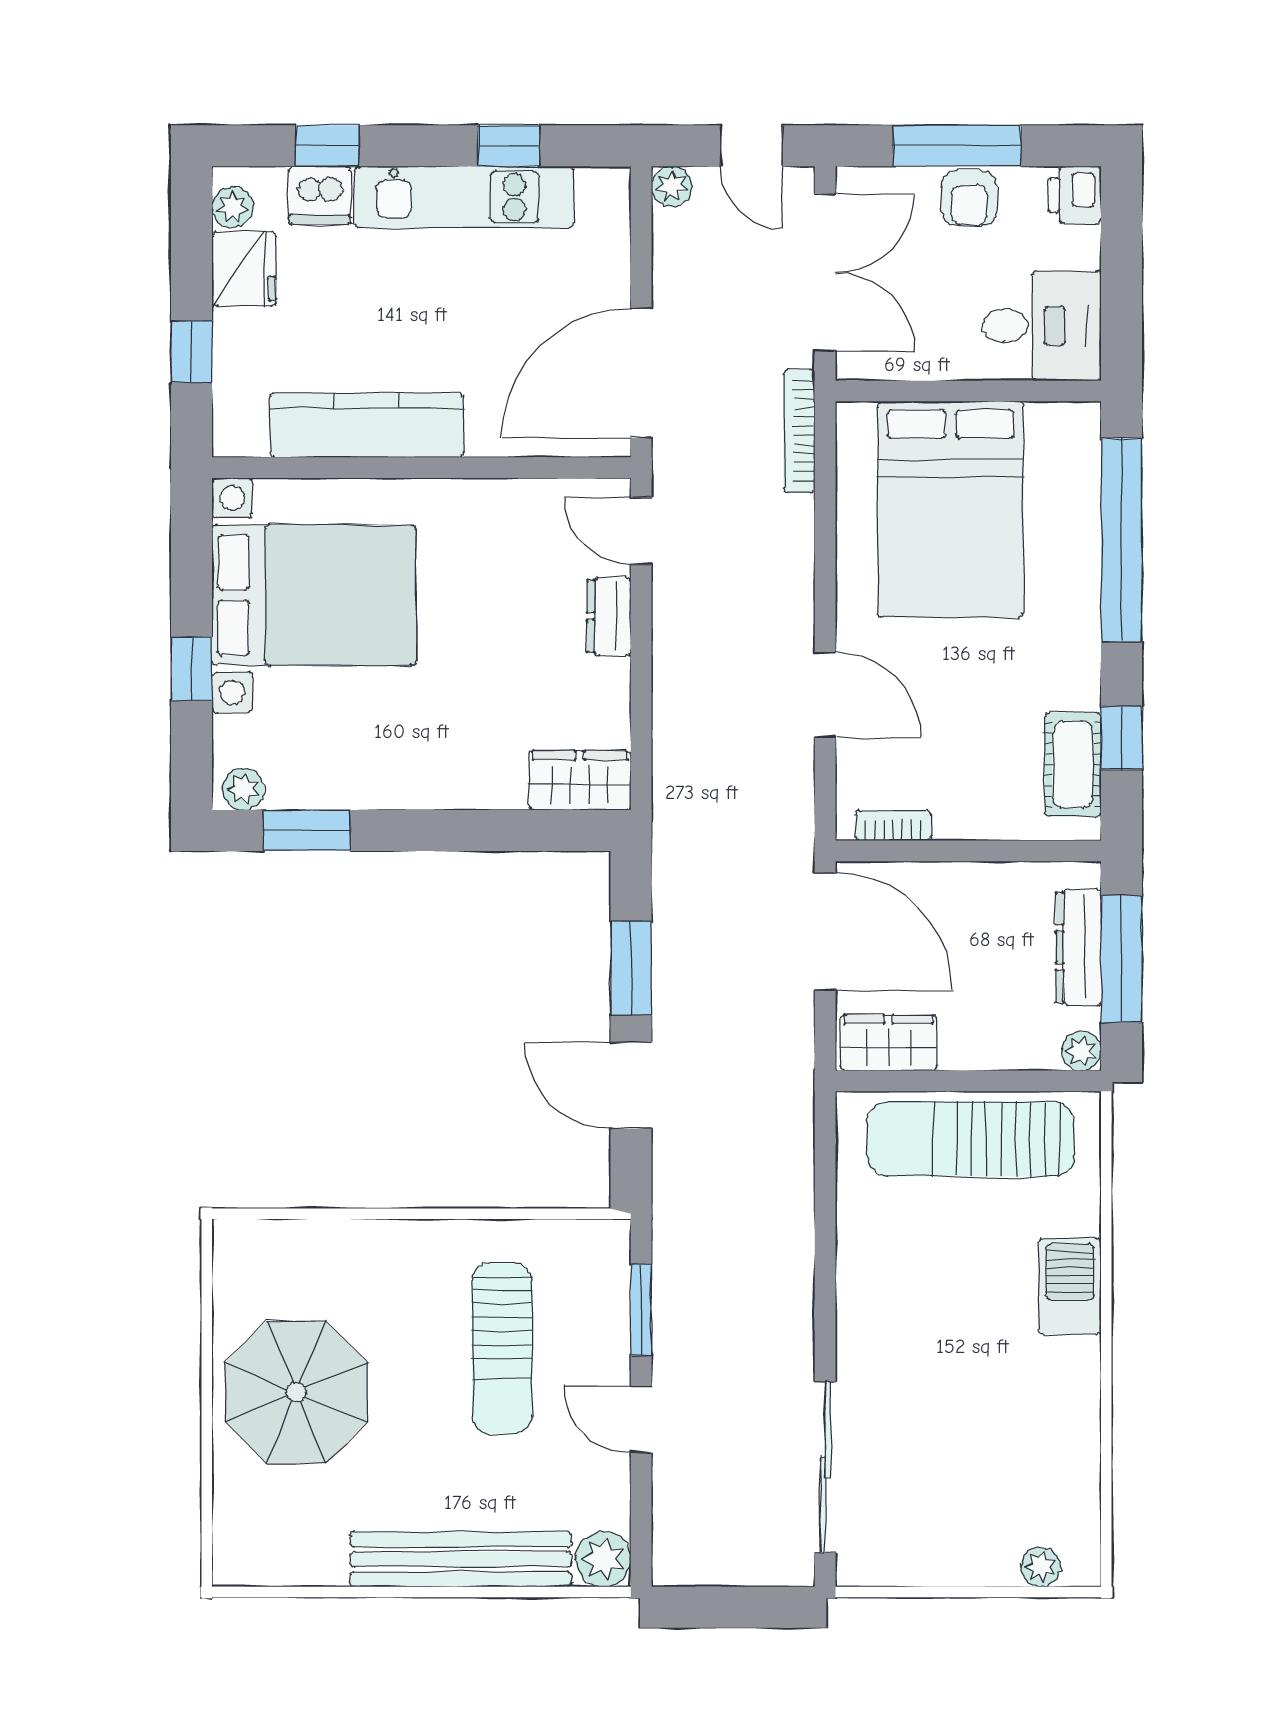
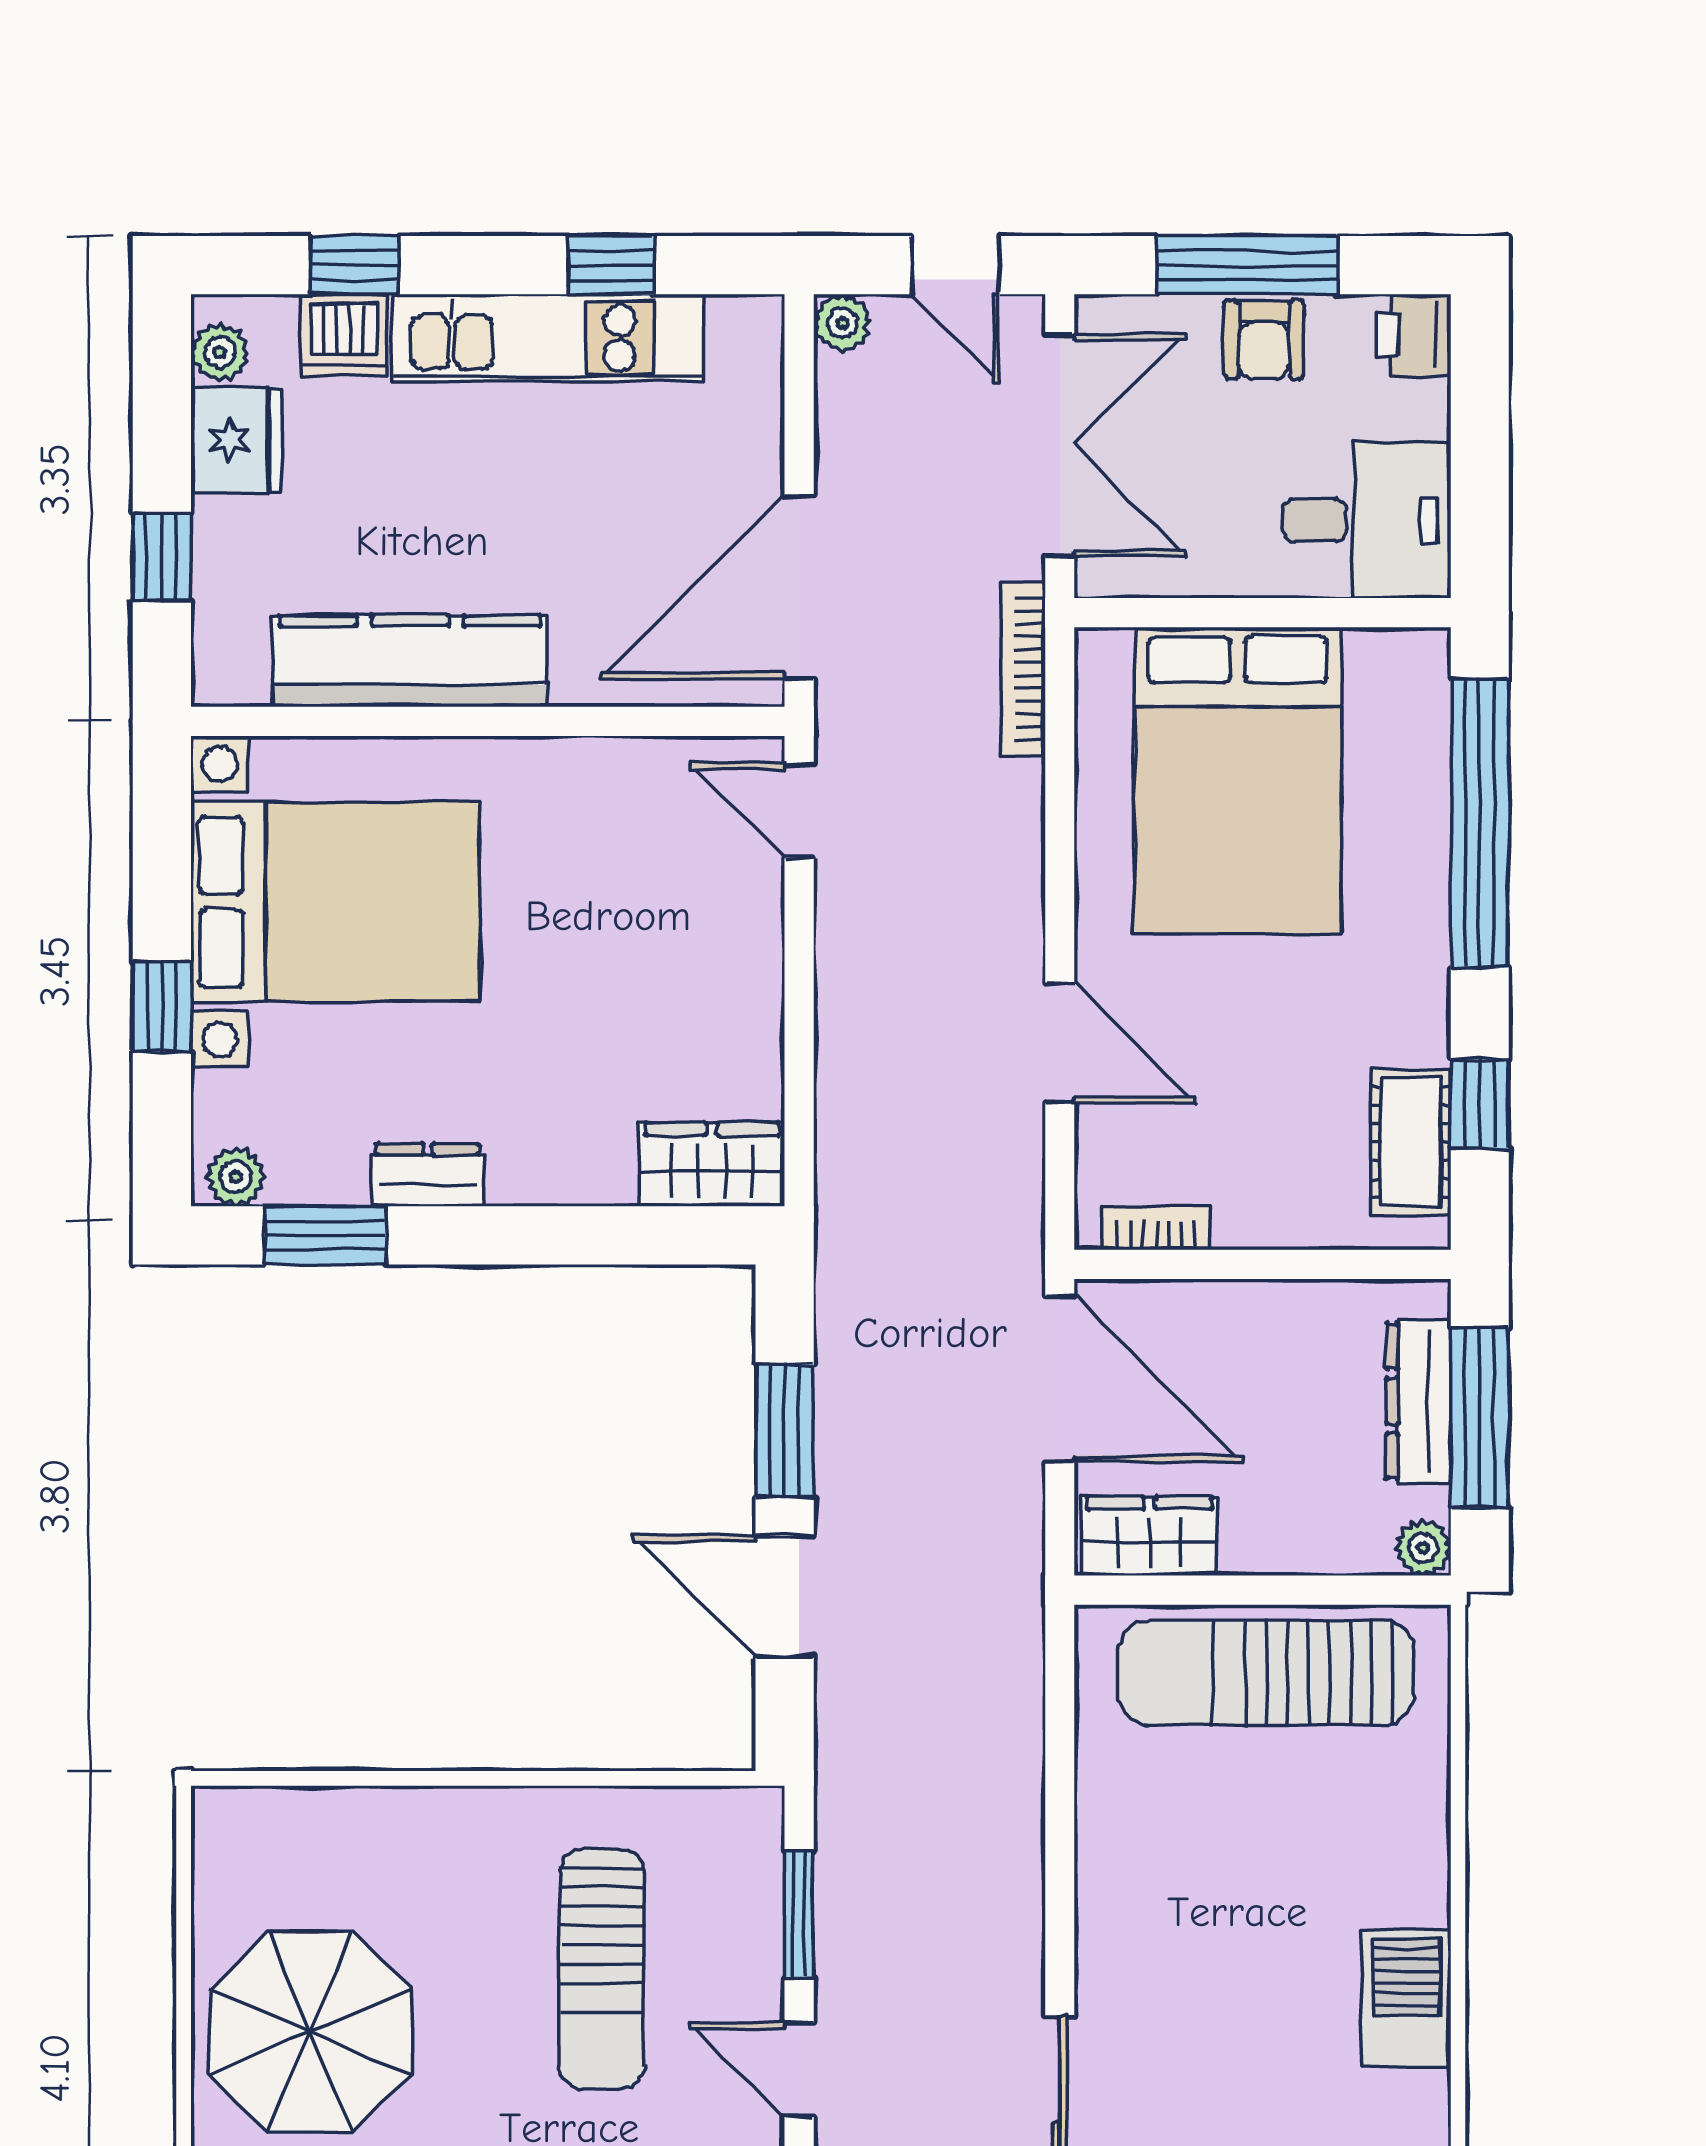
dresser: (609, 616) -> (428, 1175), moved, turned 90
barbecue: (1070, 1286) -> (1406, 1998), moved

